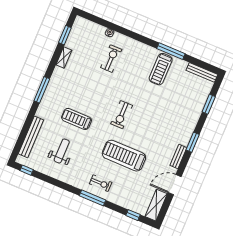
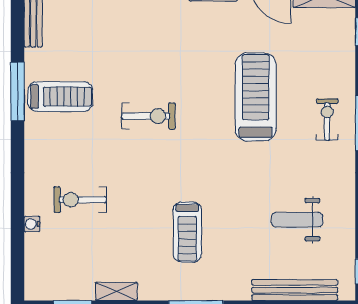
exercise bike: (122, 115) -> (148, 116), moved
treadmill: (76, 119) -> (187, 232), moved
treadmill: (124, 156) -> (256, 97), turned 180

